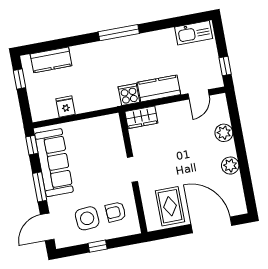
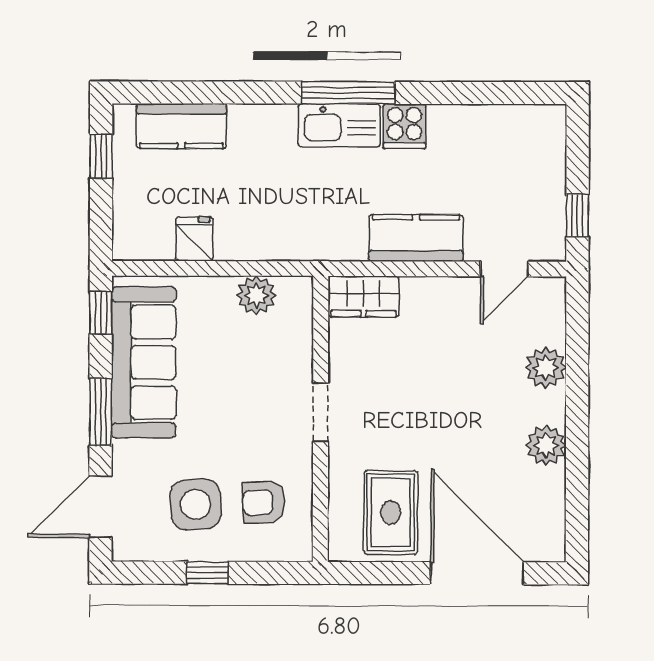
kitchen sink: (194, 33) -> (339, 125), moved
cooker: (129, 95) -> (404, 126), moved, turned 180
plant: (96, 125) -> (256, 295), added

